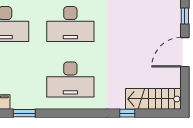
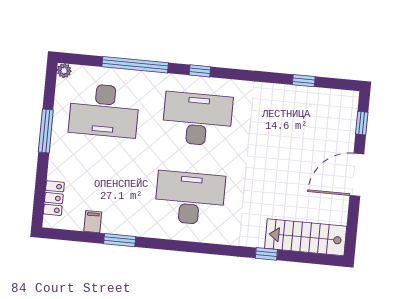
desk: (70, 24) -> (197, 119), turned 180
desk: (70, 79) -> (190, 198), turned 180

